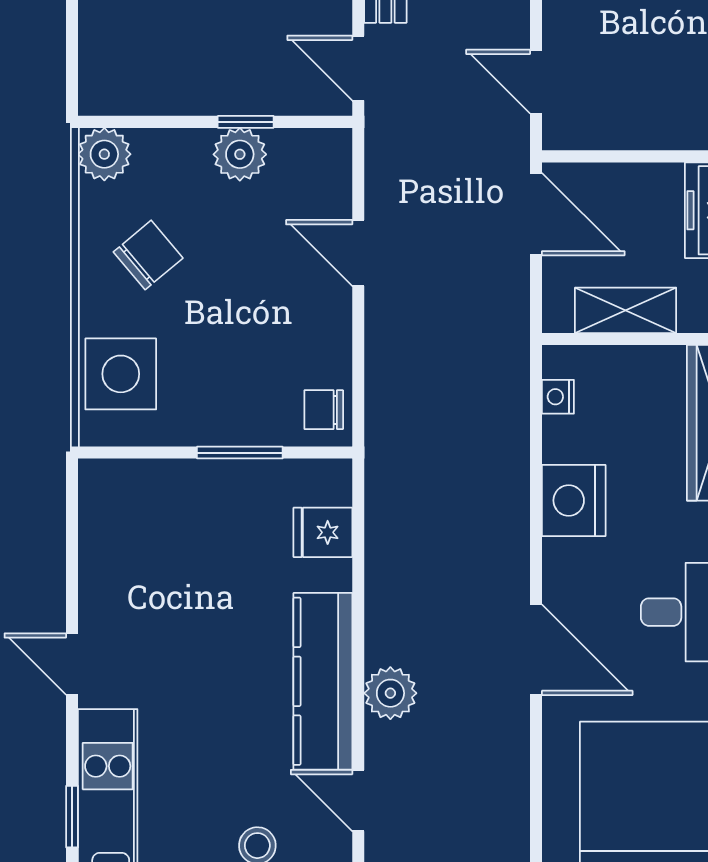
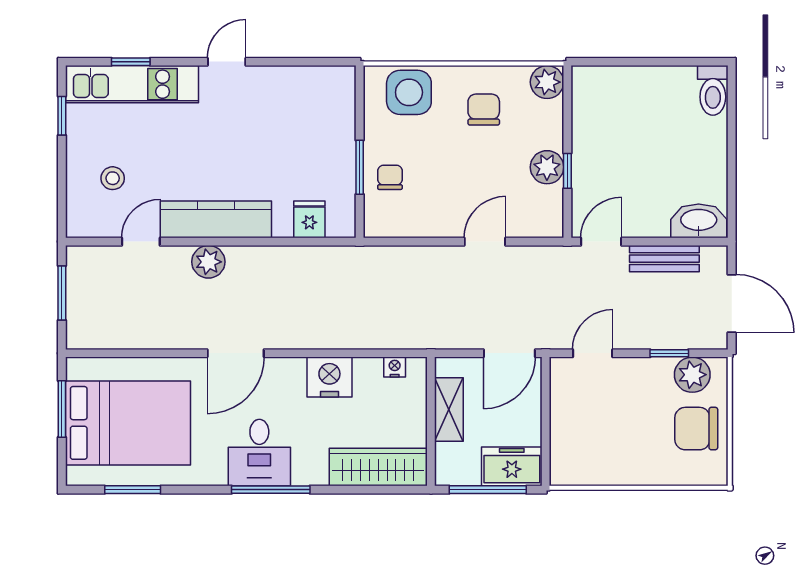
chair: (148, 255) -> (484, 110), turned -140
chair: (324, 410) -> (390, 177), moved

